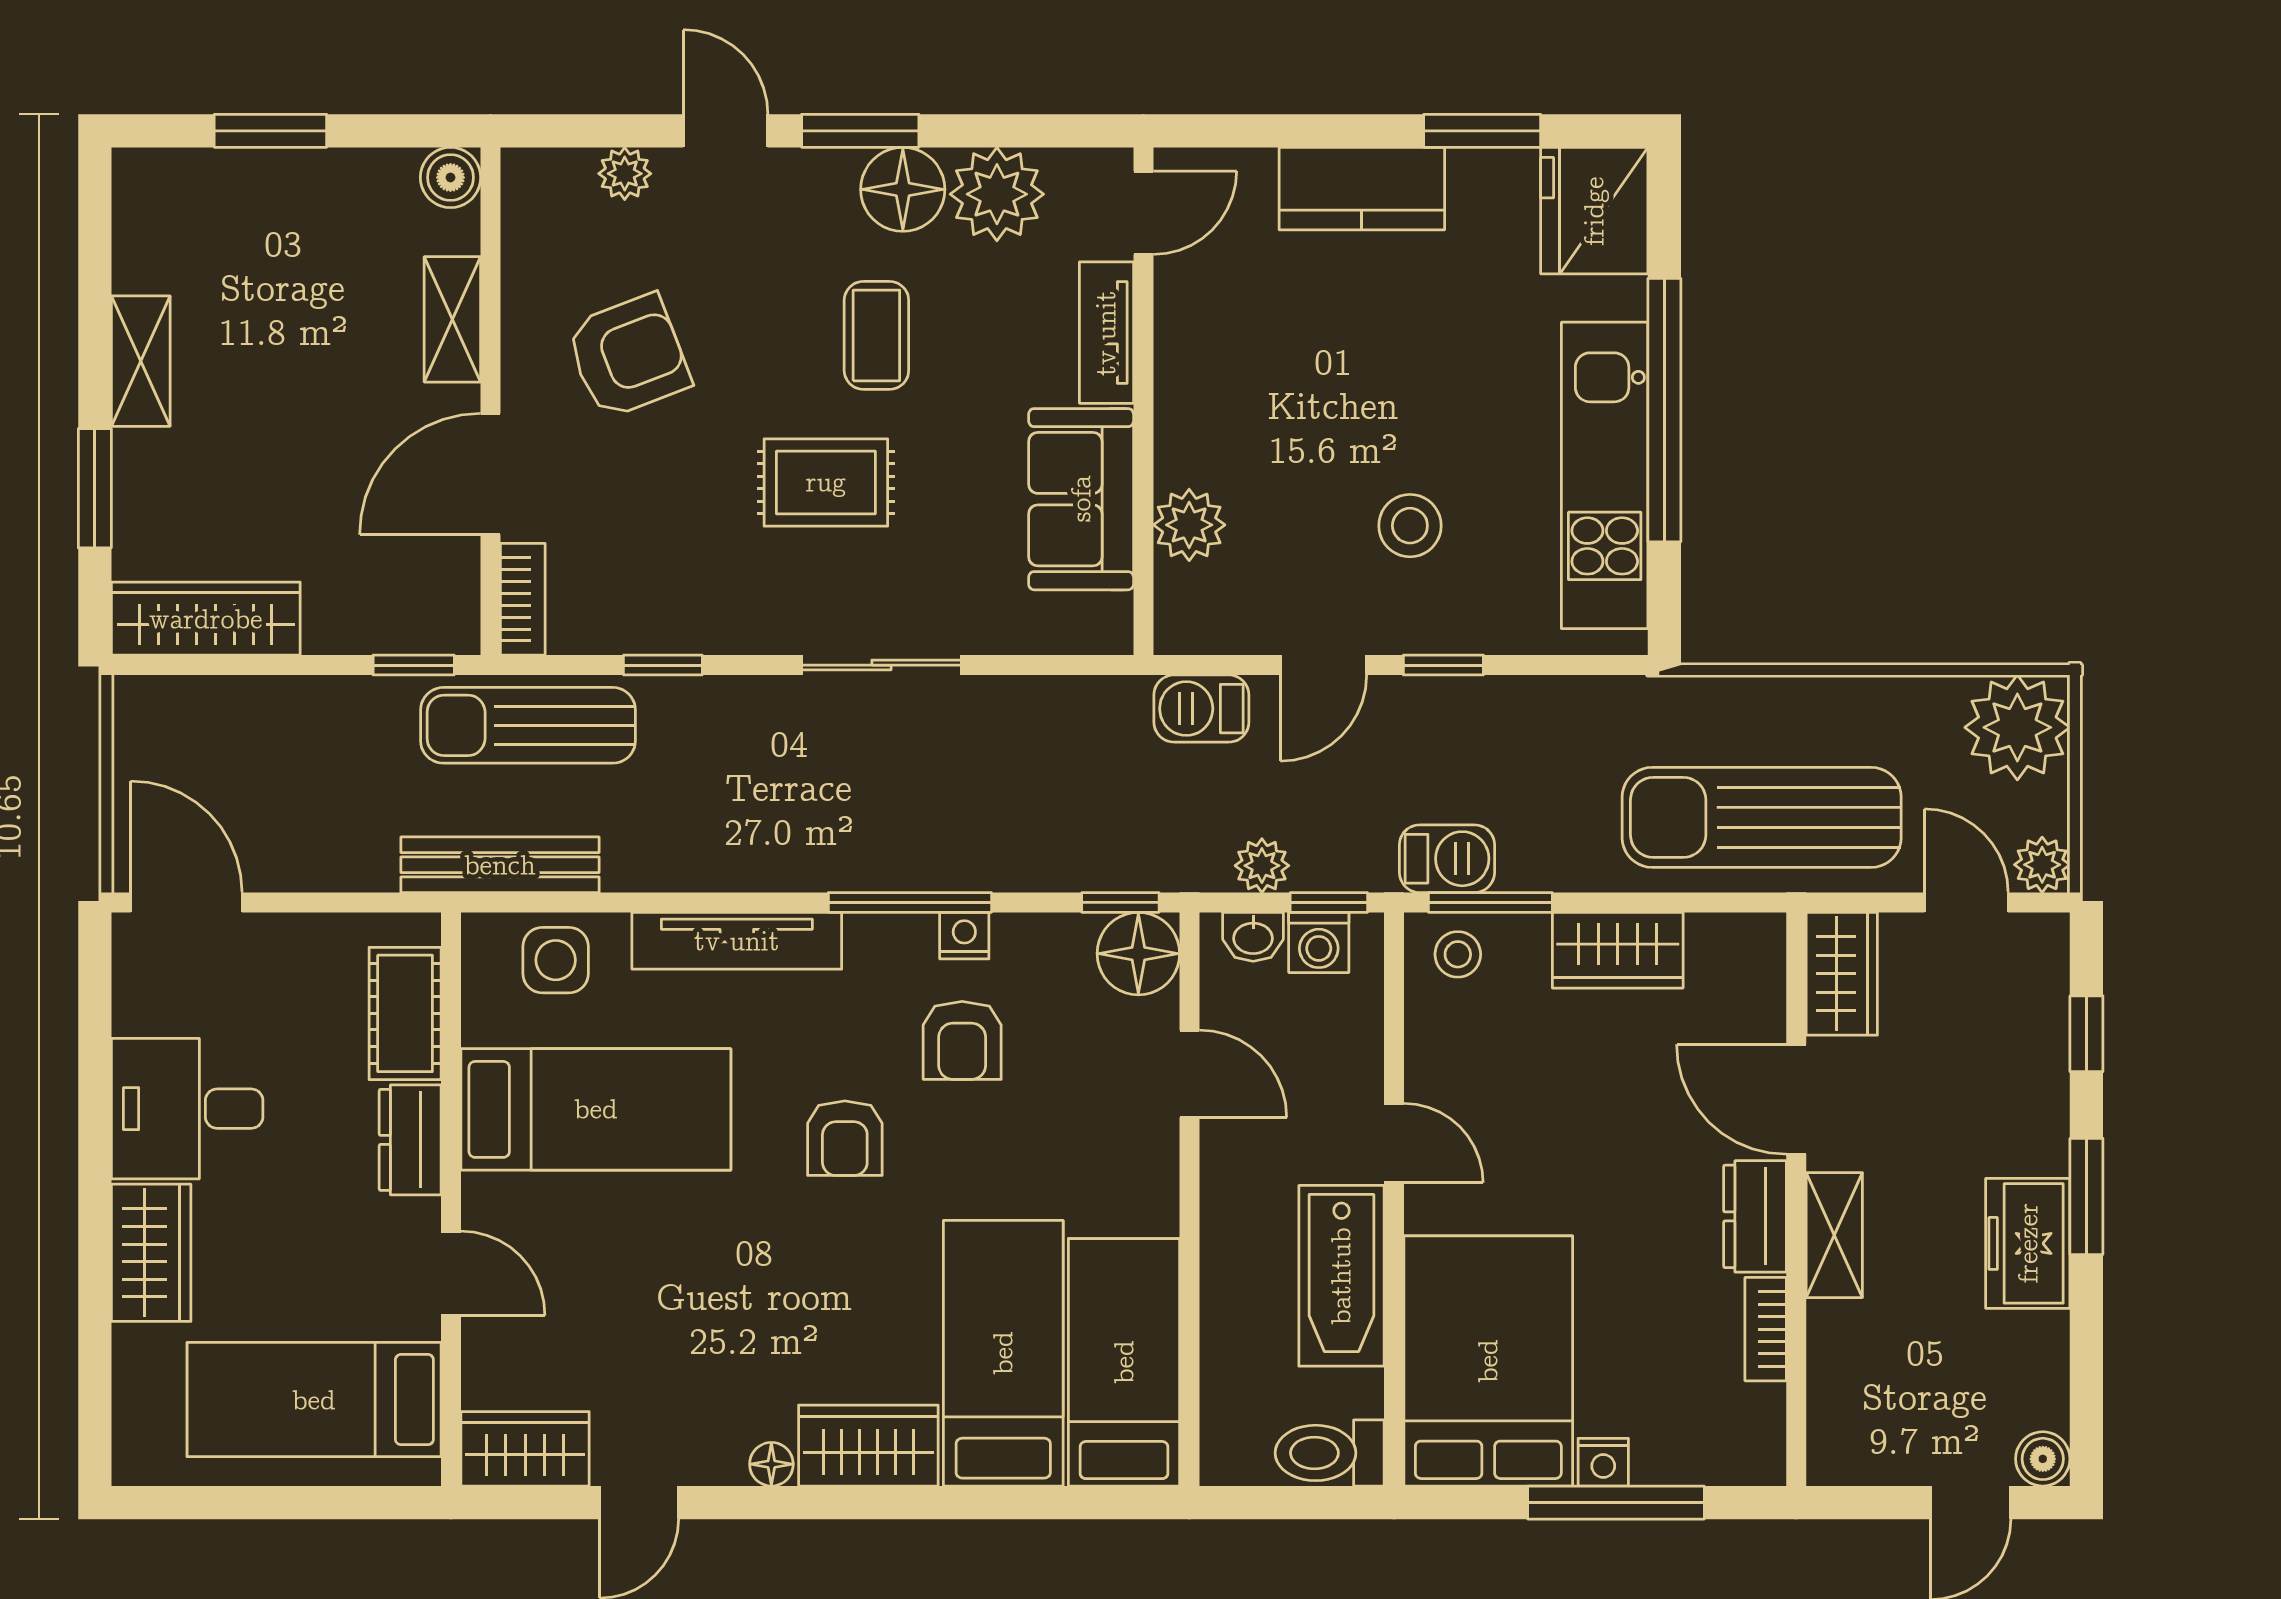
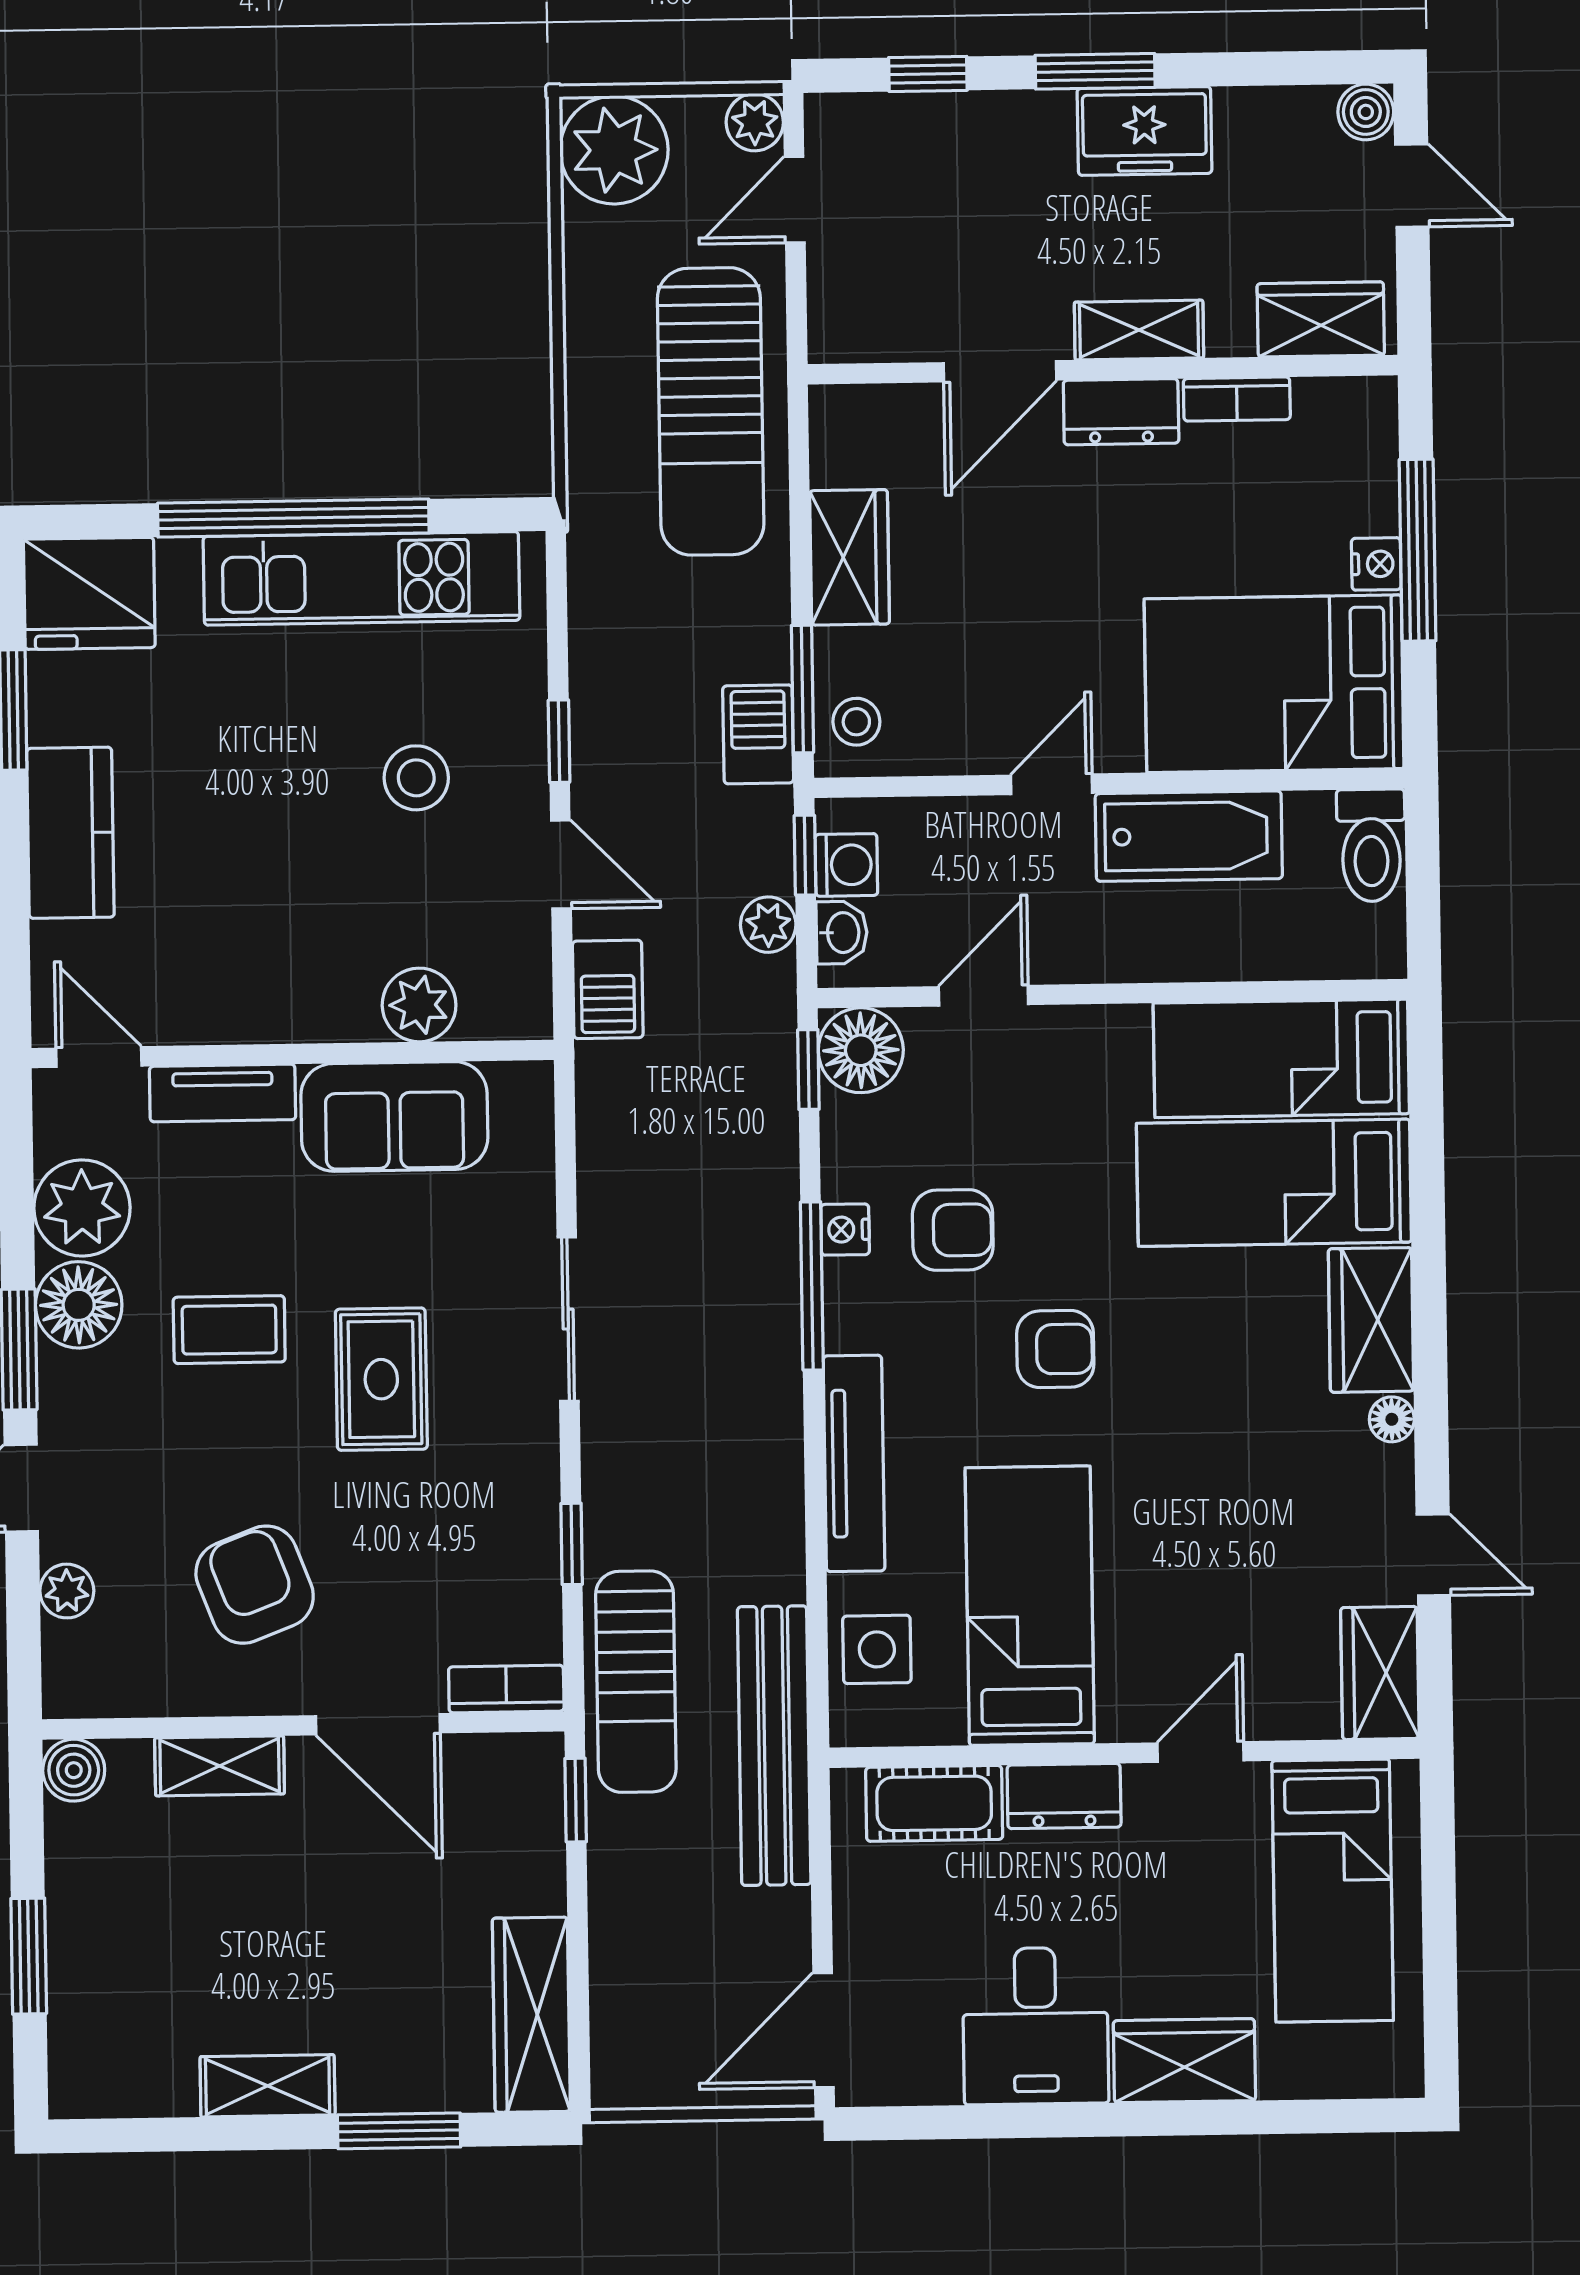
bench: (500, 865) -> (774, 1746), width x1.37, depth x1.21
wardrobe: (1842, 974) -> (1321, 319), moved

